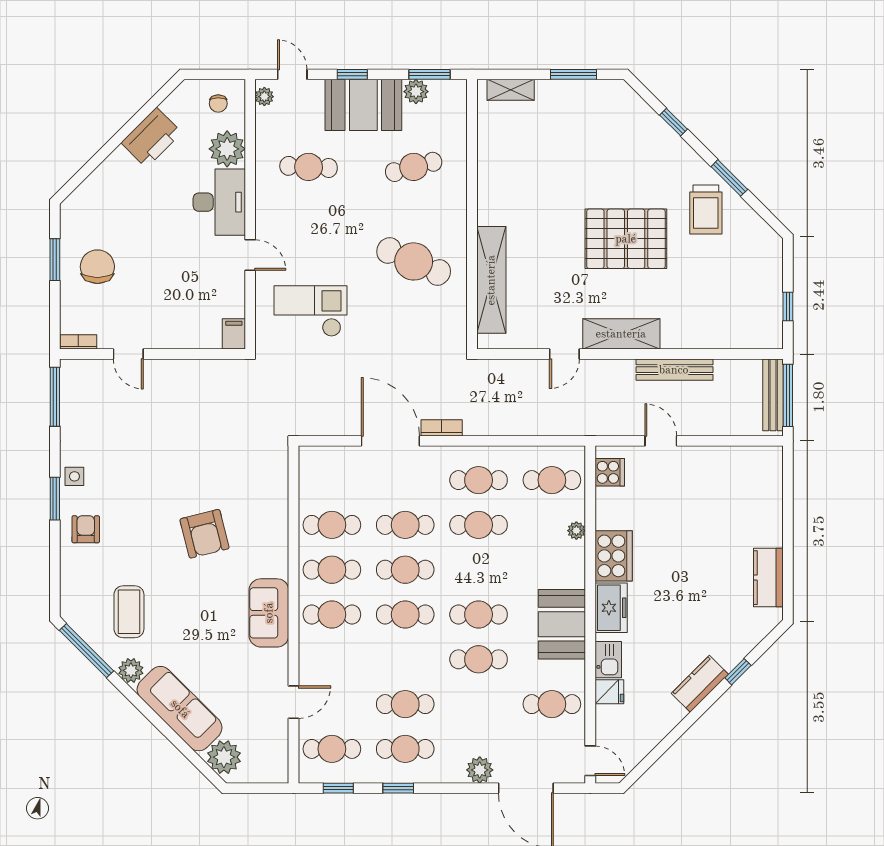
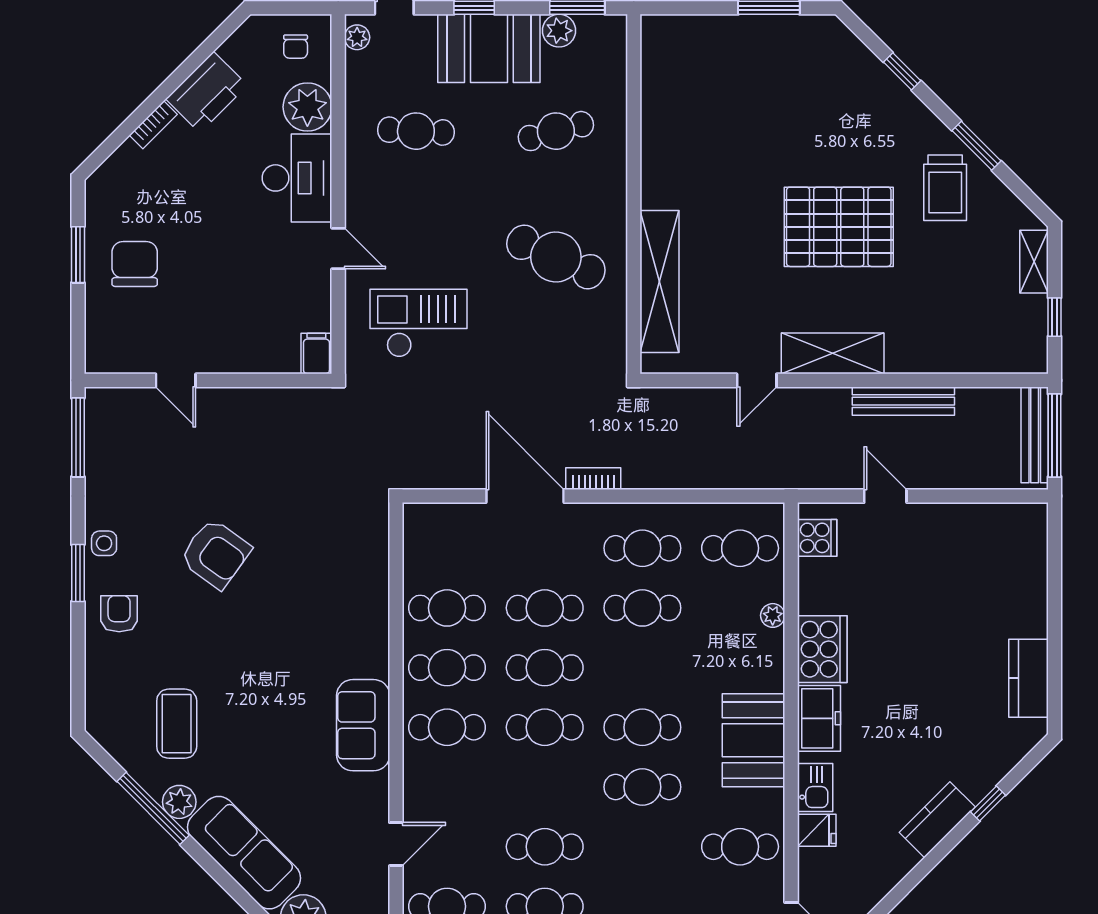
shelving: (511, 90) -> (1034, 262), moved, turned 90
bookcase: (78, 342) -> (153, 125), moved, turned 135
armchair: (205, 534) -> (216, 554), moved, turned -40
window: (86, 651) -> (153, 808), moved

